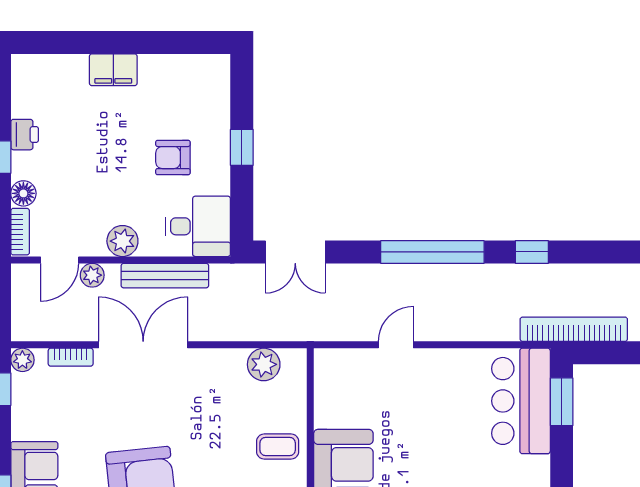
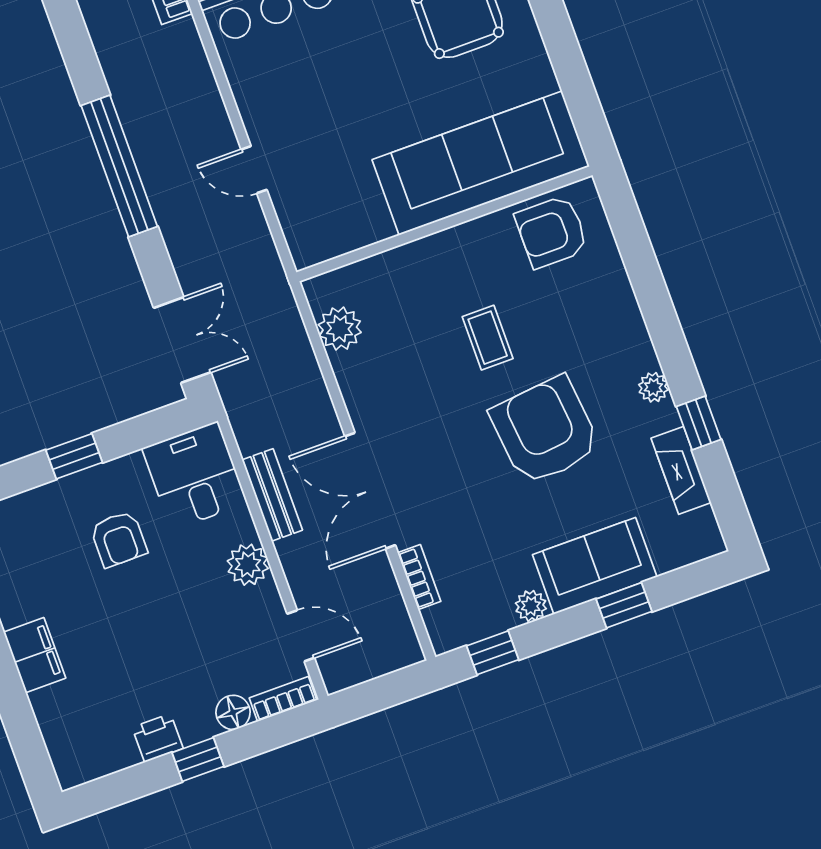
window: (532, 252) -> (74, 40), removed
plant: (92, 275) -> (305, 587), removed
bench: (165, 276) -> (272, 495), width x0.73
plant: (22, 360) -> (531, 606), moved
coffee table: (278, 446) -> (488, 338), moved

